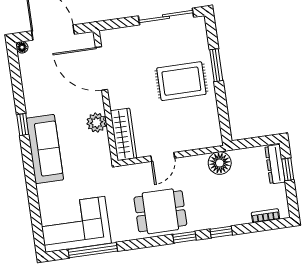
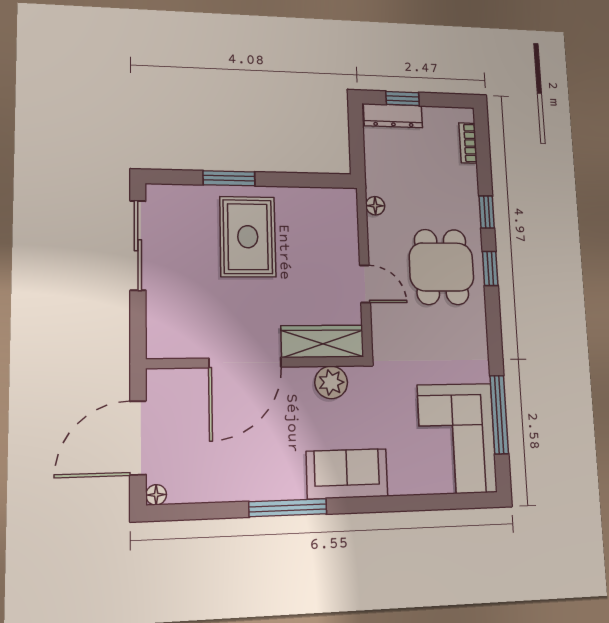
door: (102, 69) -> (245, 363), moved
plant: (96, 123) -> (331, 382), moved
window: (23, 124) -> (288, 508), width x2.17
sofa: (45, 149) -> (347, 474), width x0.73
floor lamp: (220, 163) -> (375, 206), width x0.53, depth x0.53
dining table: (160, 211) -> (441, 267), moved

